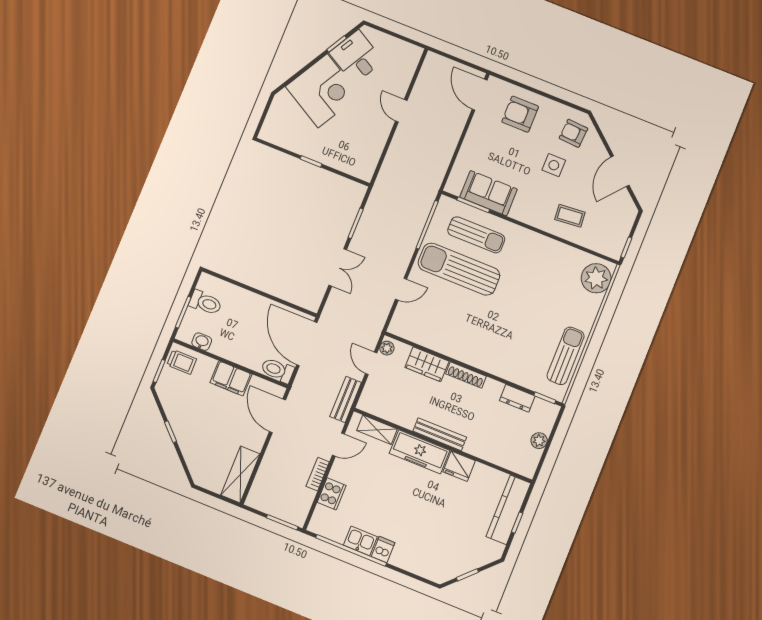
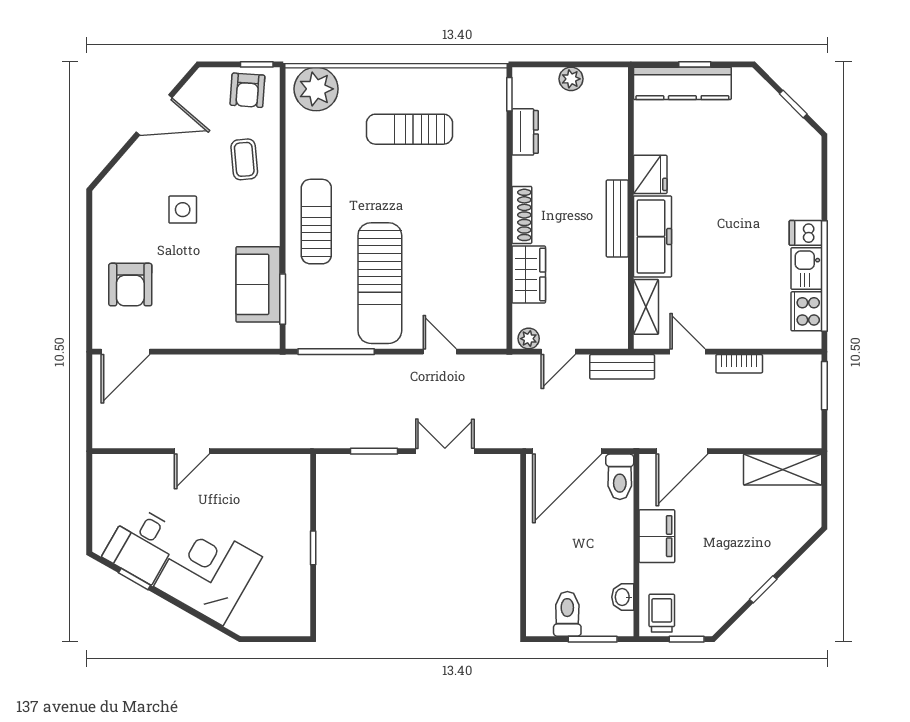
armchair: (573, 133) -> (247, 90), moved
sun lounger: (476, 235) -> (316, 222), moved
sun lounger: (566, 356) -> (409, 129), moved
cooker: (332, 494) -> (806, 311), moved, turned -90

